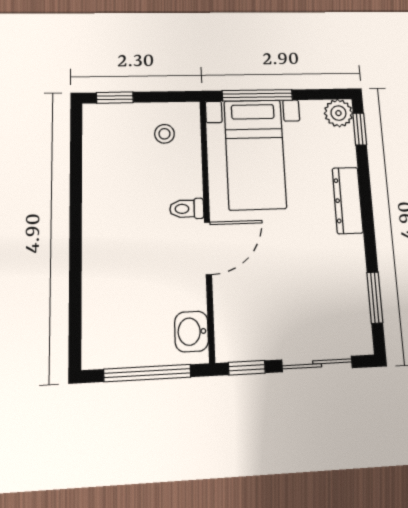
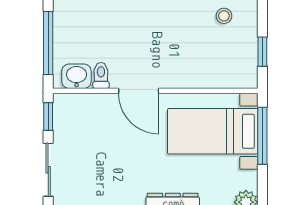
window: (115, 98) -> (262, 52), moved
stool: (164, 134) -> (224, 16), moved
toilet: (187, 209) -> (101, 75), moved

